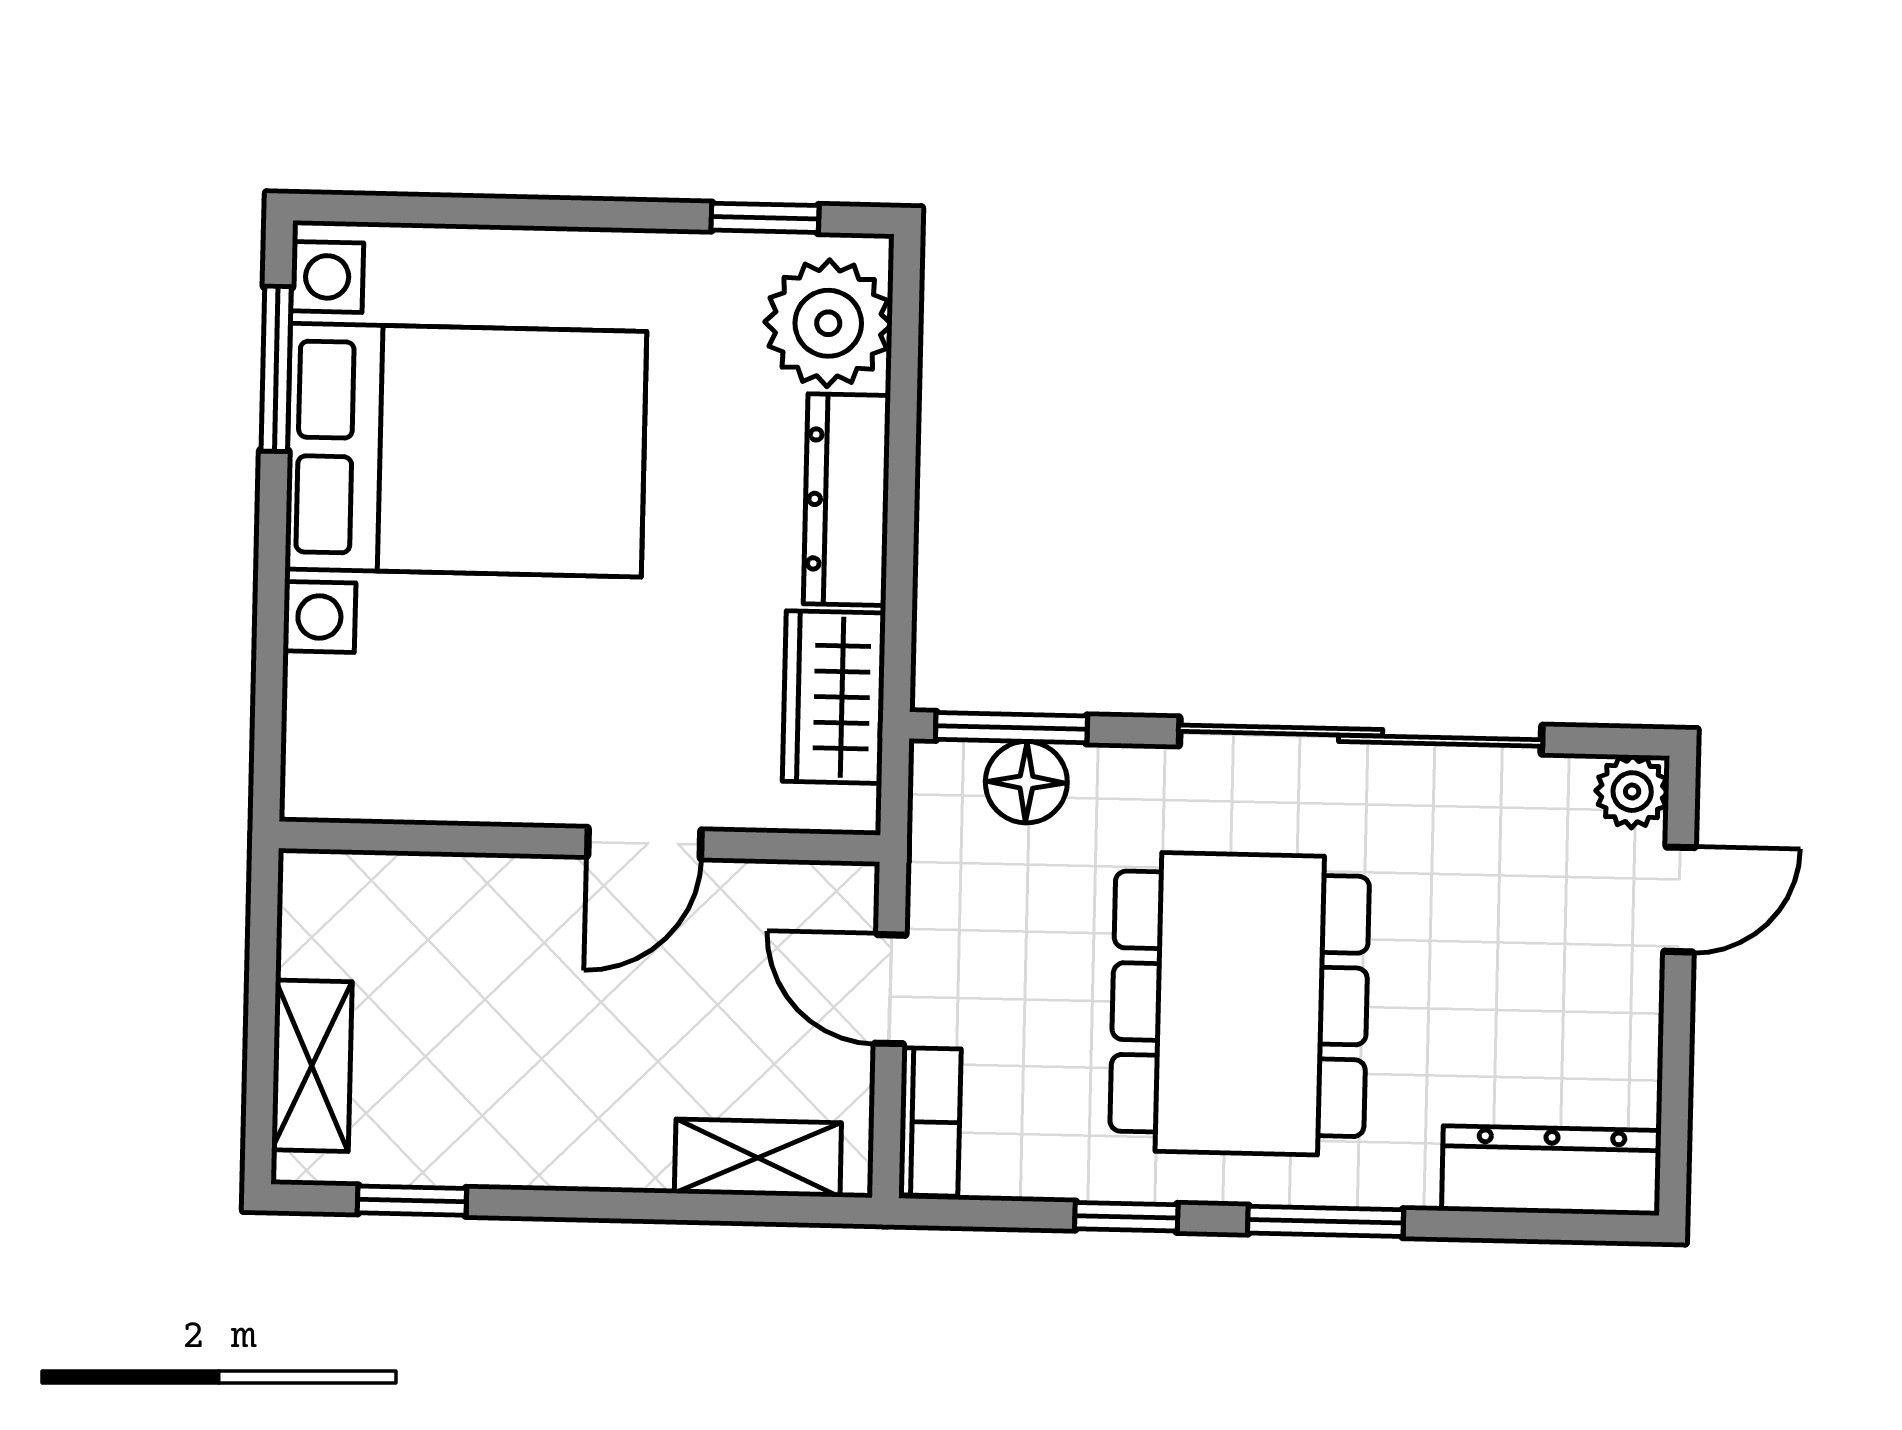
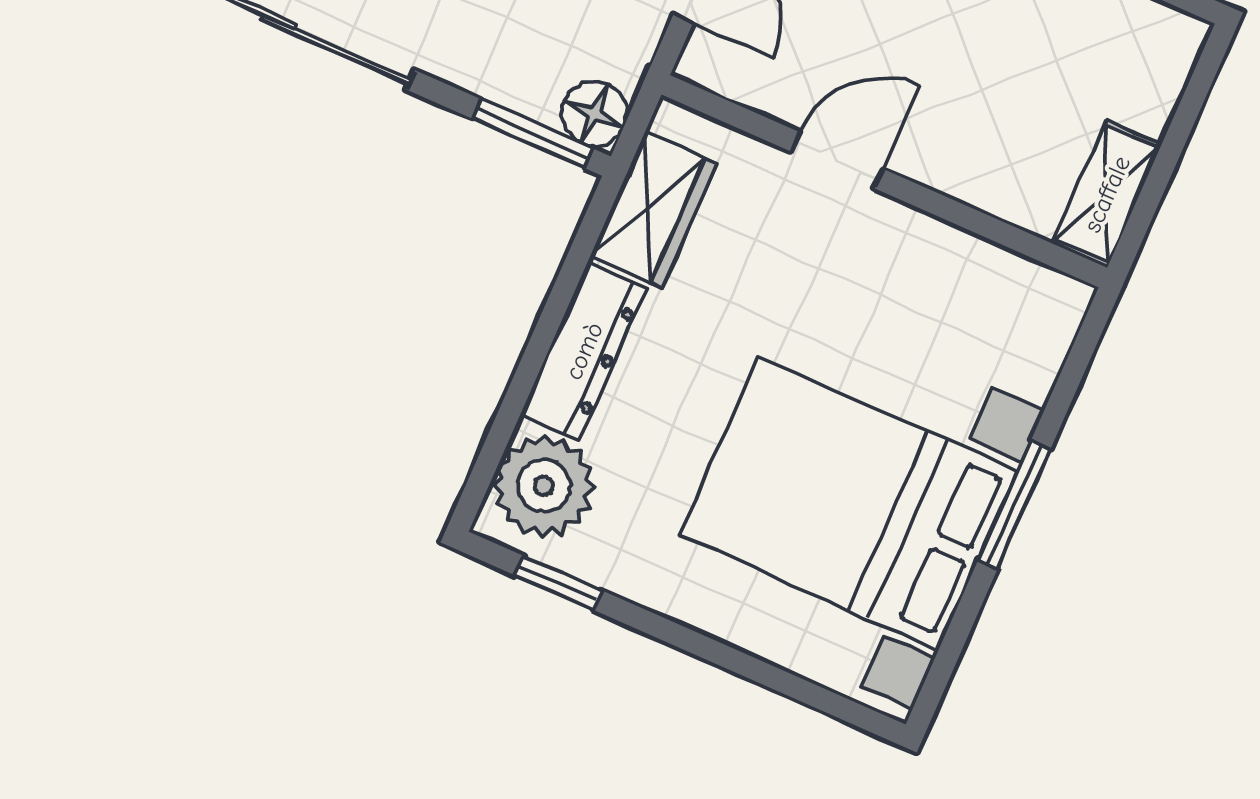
window: (276, 369) -> (1014, 504), moved
floor lamp: (1026, 782) -> (594, 114), moved
shelving: (312, 1066) -> (1107, 194), moved

